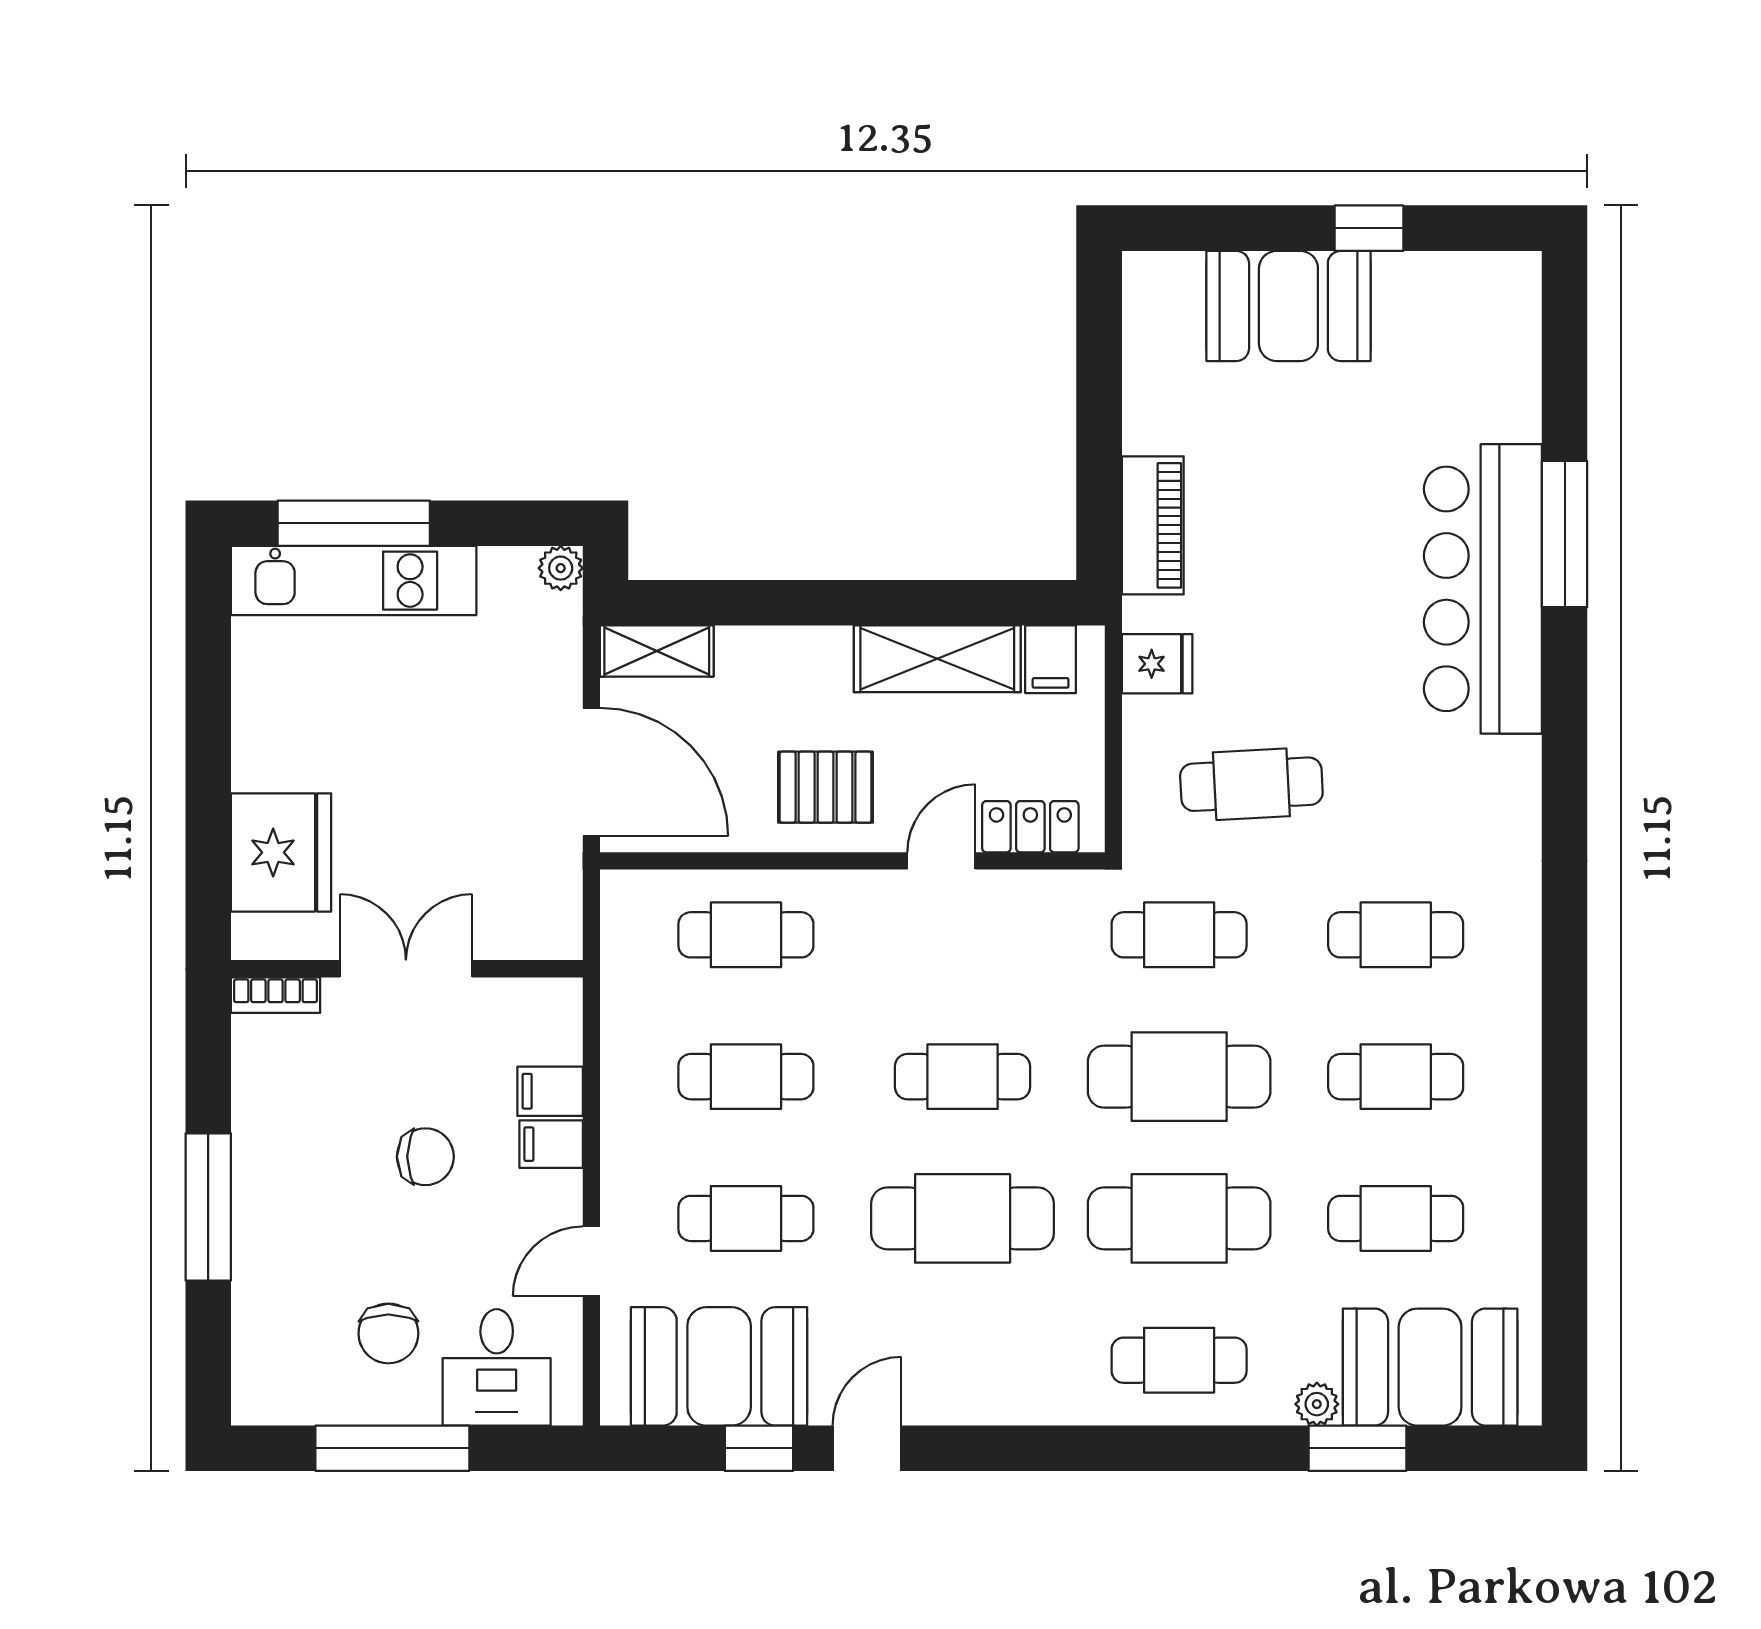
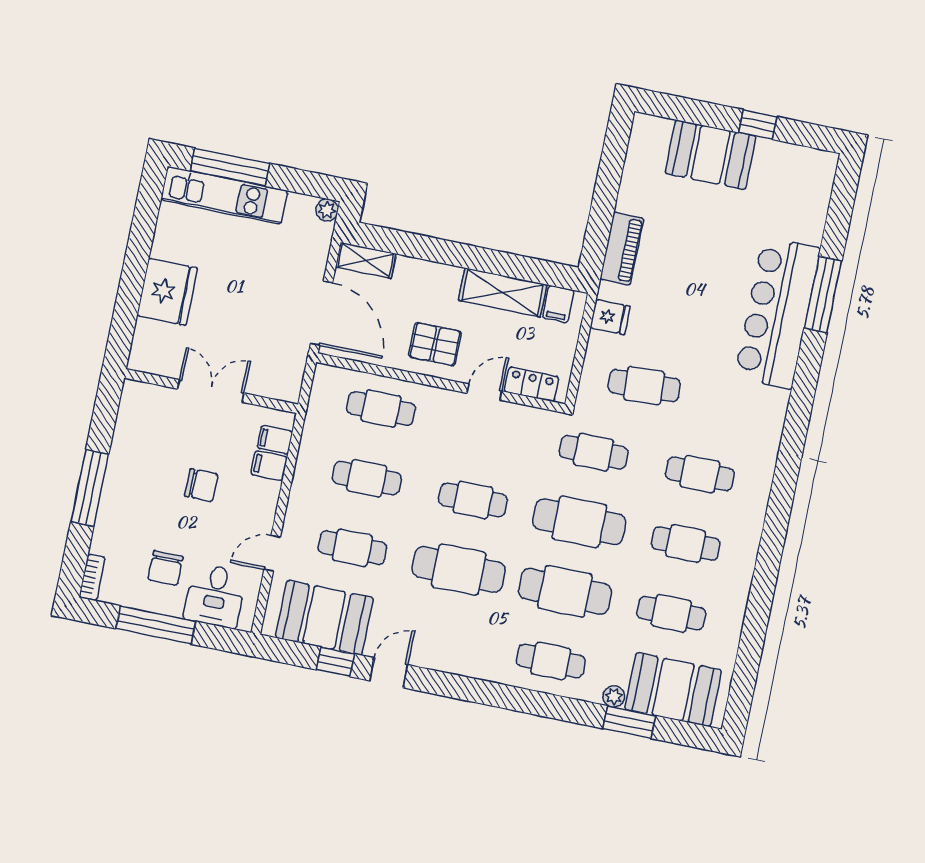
fridge: (281, 852) -> (167, 292), moved
bookcase: (275, 995) -> (92, 577), moved, turned -90
filing cabinet: (551, 1144) -> (275, 440), moved

